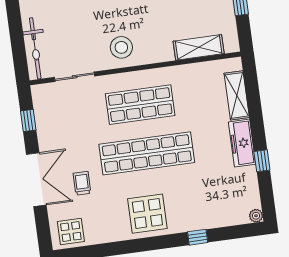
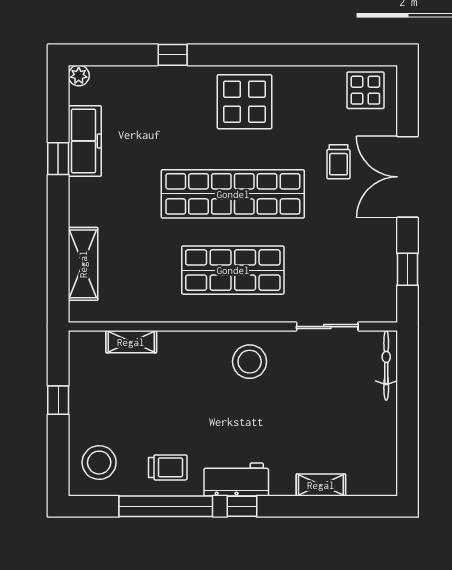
shelving: (199, 47) -> (131, 342), width x0.67, depth x0.75
bicycle: (35, 48) -> (386, 365), width x0.73, depth x0.71
freezer: (242, 143) -> (85, 141), moved

